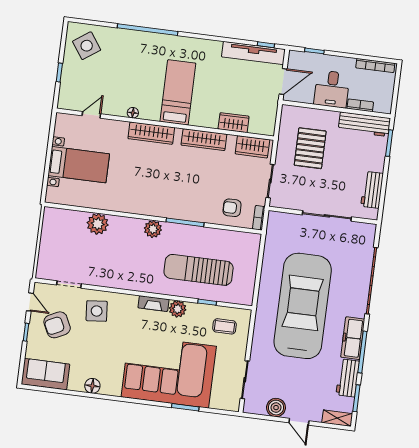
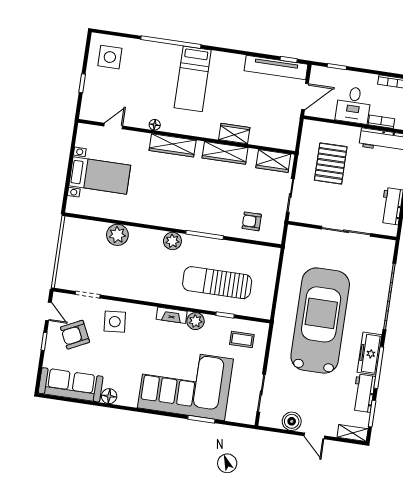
side table: (87, 46) -> (110, 57), turned 35
bed: (178, 92) -> (193, 79), moved, turned 180
wardrobe: (234, 123) -> (234, 134), moved
bookcase: (259, 218) -> (278, 232), removed
sofa: (45, 374) -> (71, 385), width x1.36

